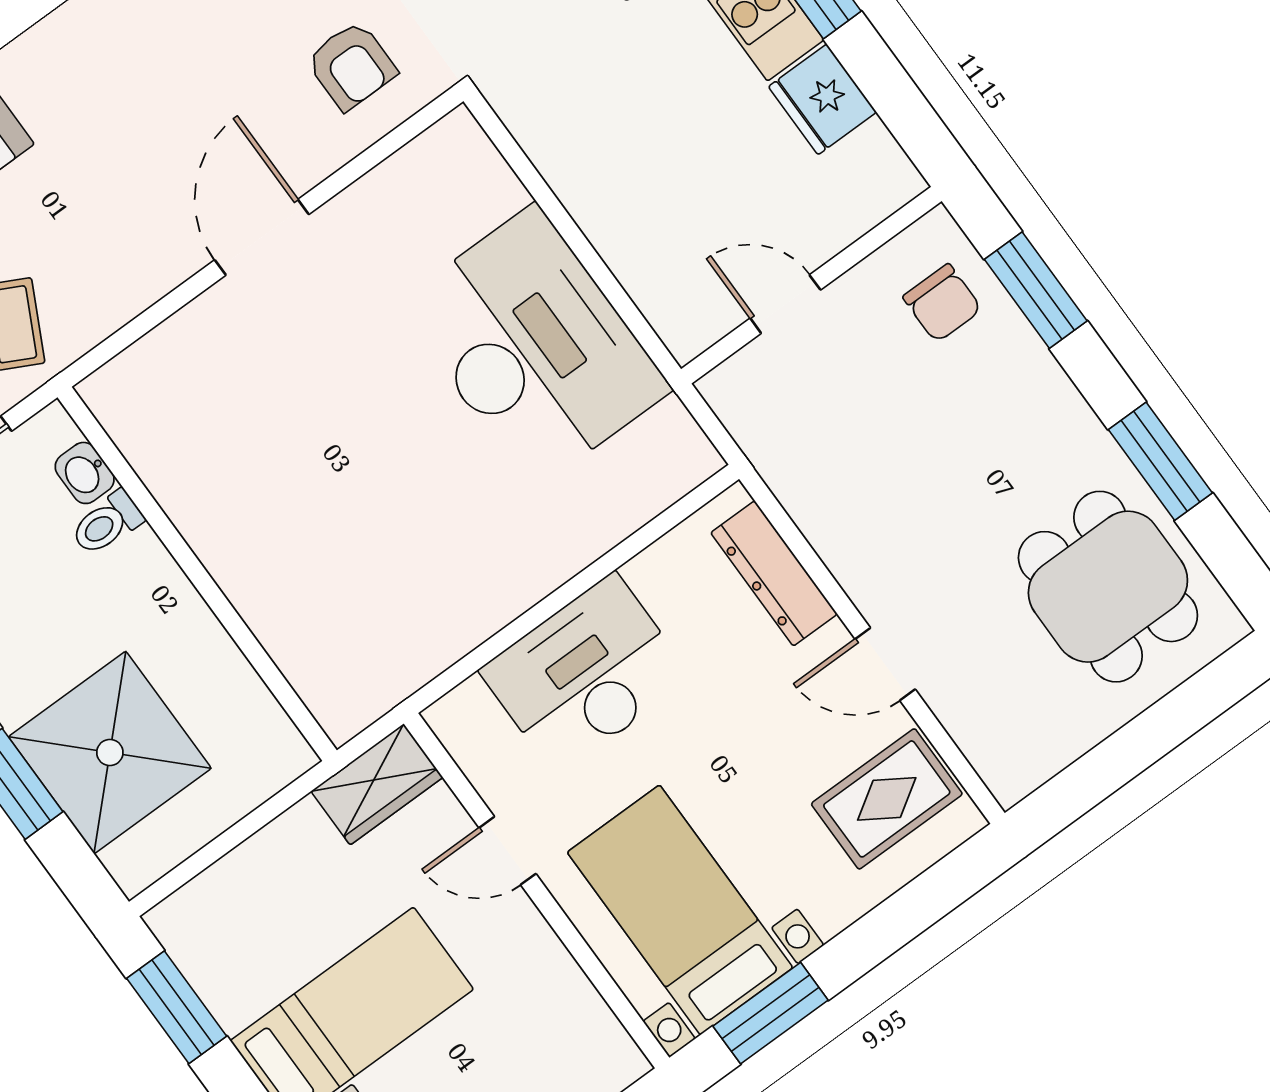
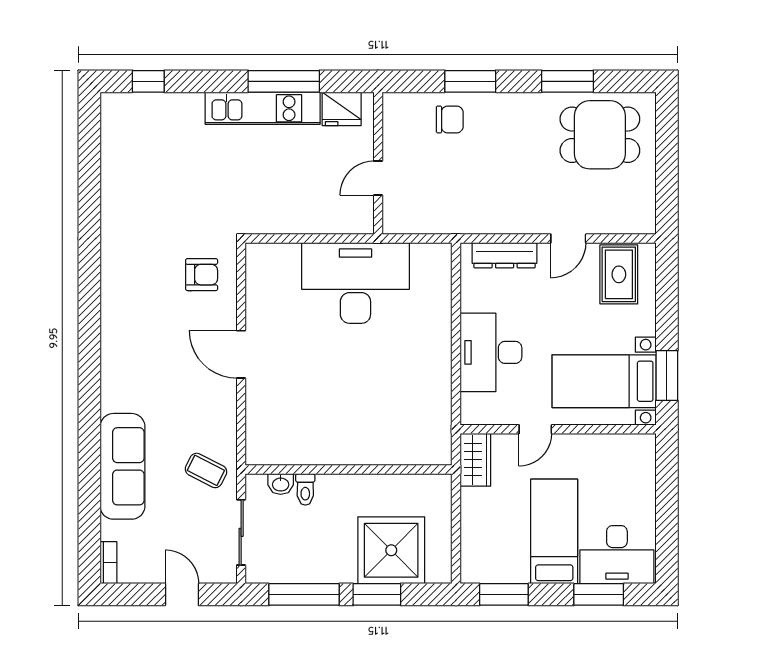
wall: (811, 285) -> (378, 163), moved
door: (785, 304) -> (378, 178), moved

